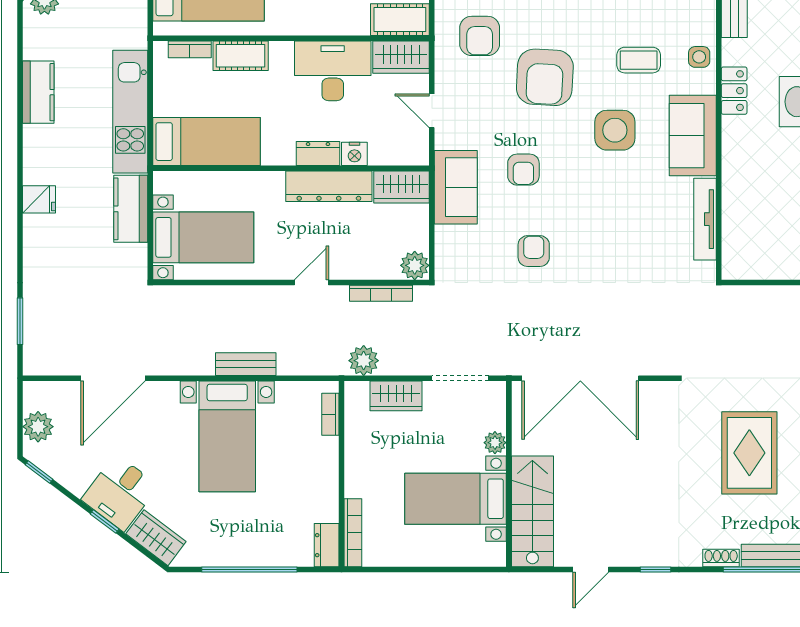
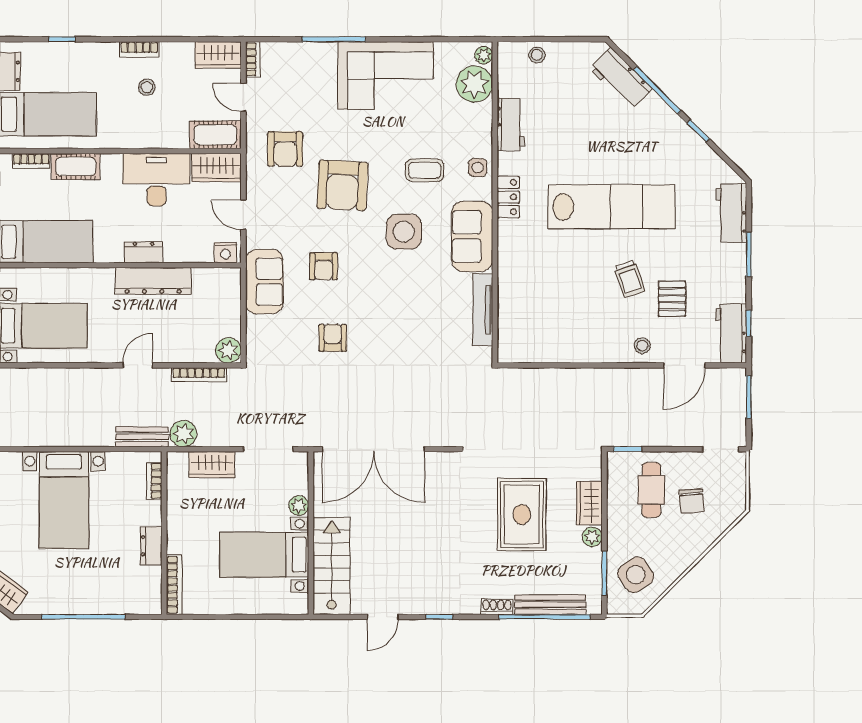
nightstand: (354, 154) -> (226, 253), moved
wardrobe: (402, 187) -> (217, 282), removed
bench: (246, 364) -> (142, 437), moved
dresser: (327, 545) -> (151, 546), moved

